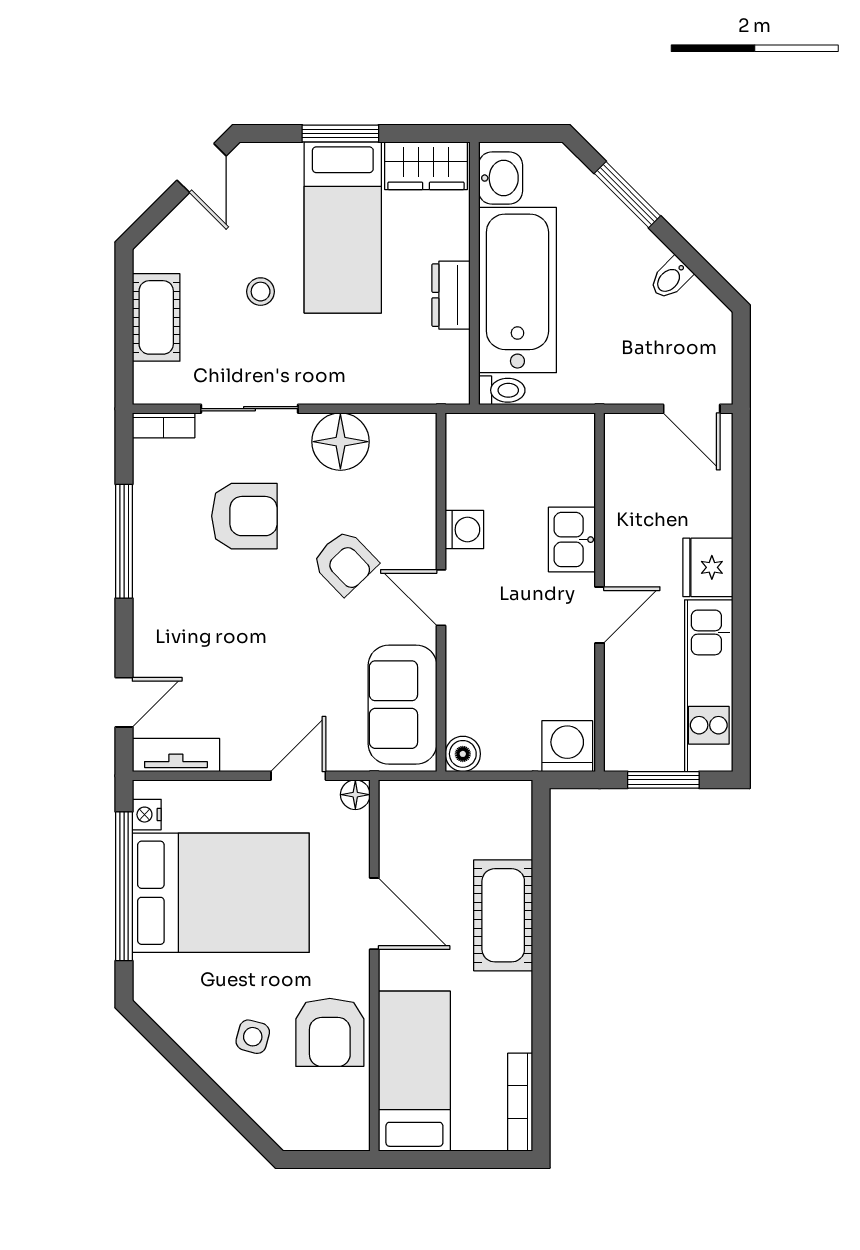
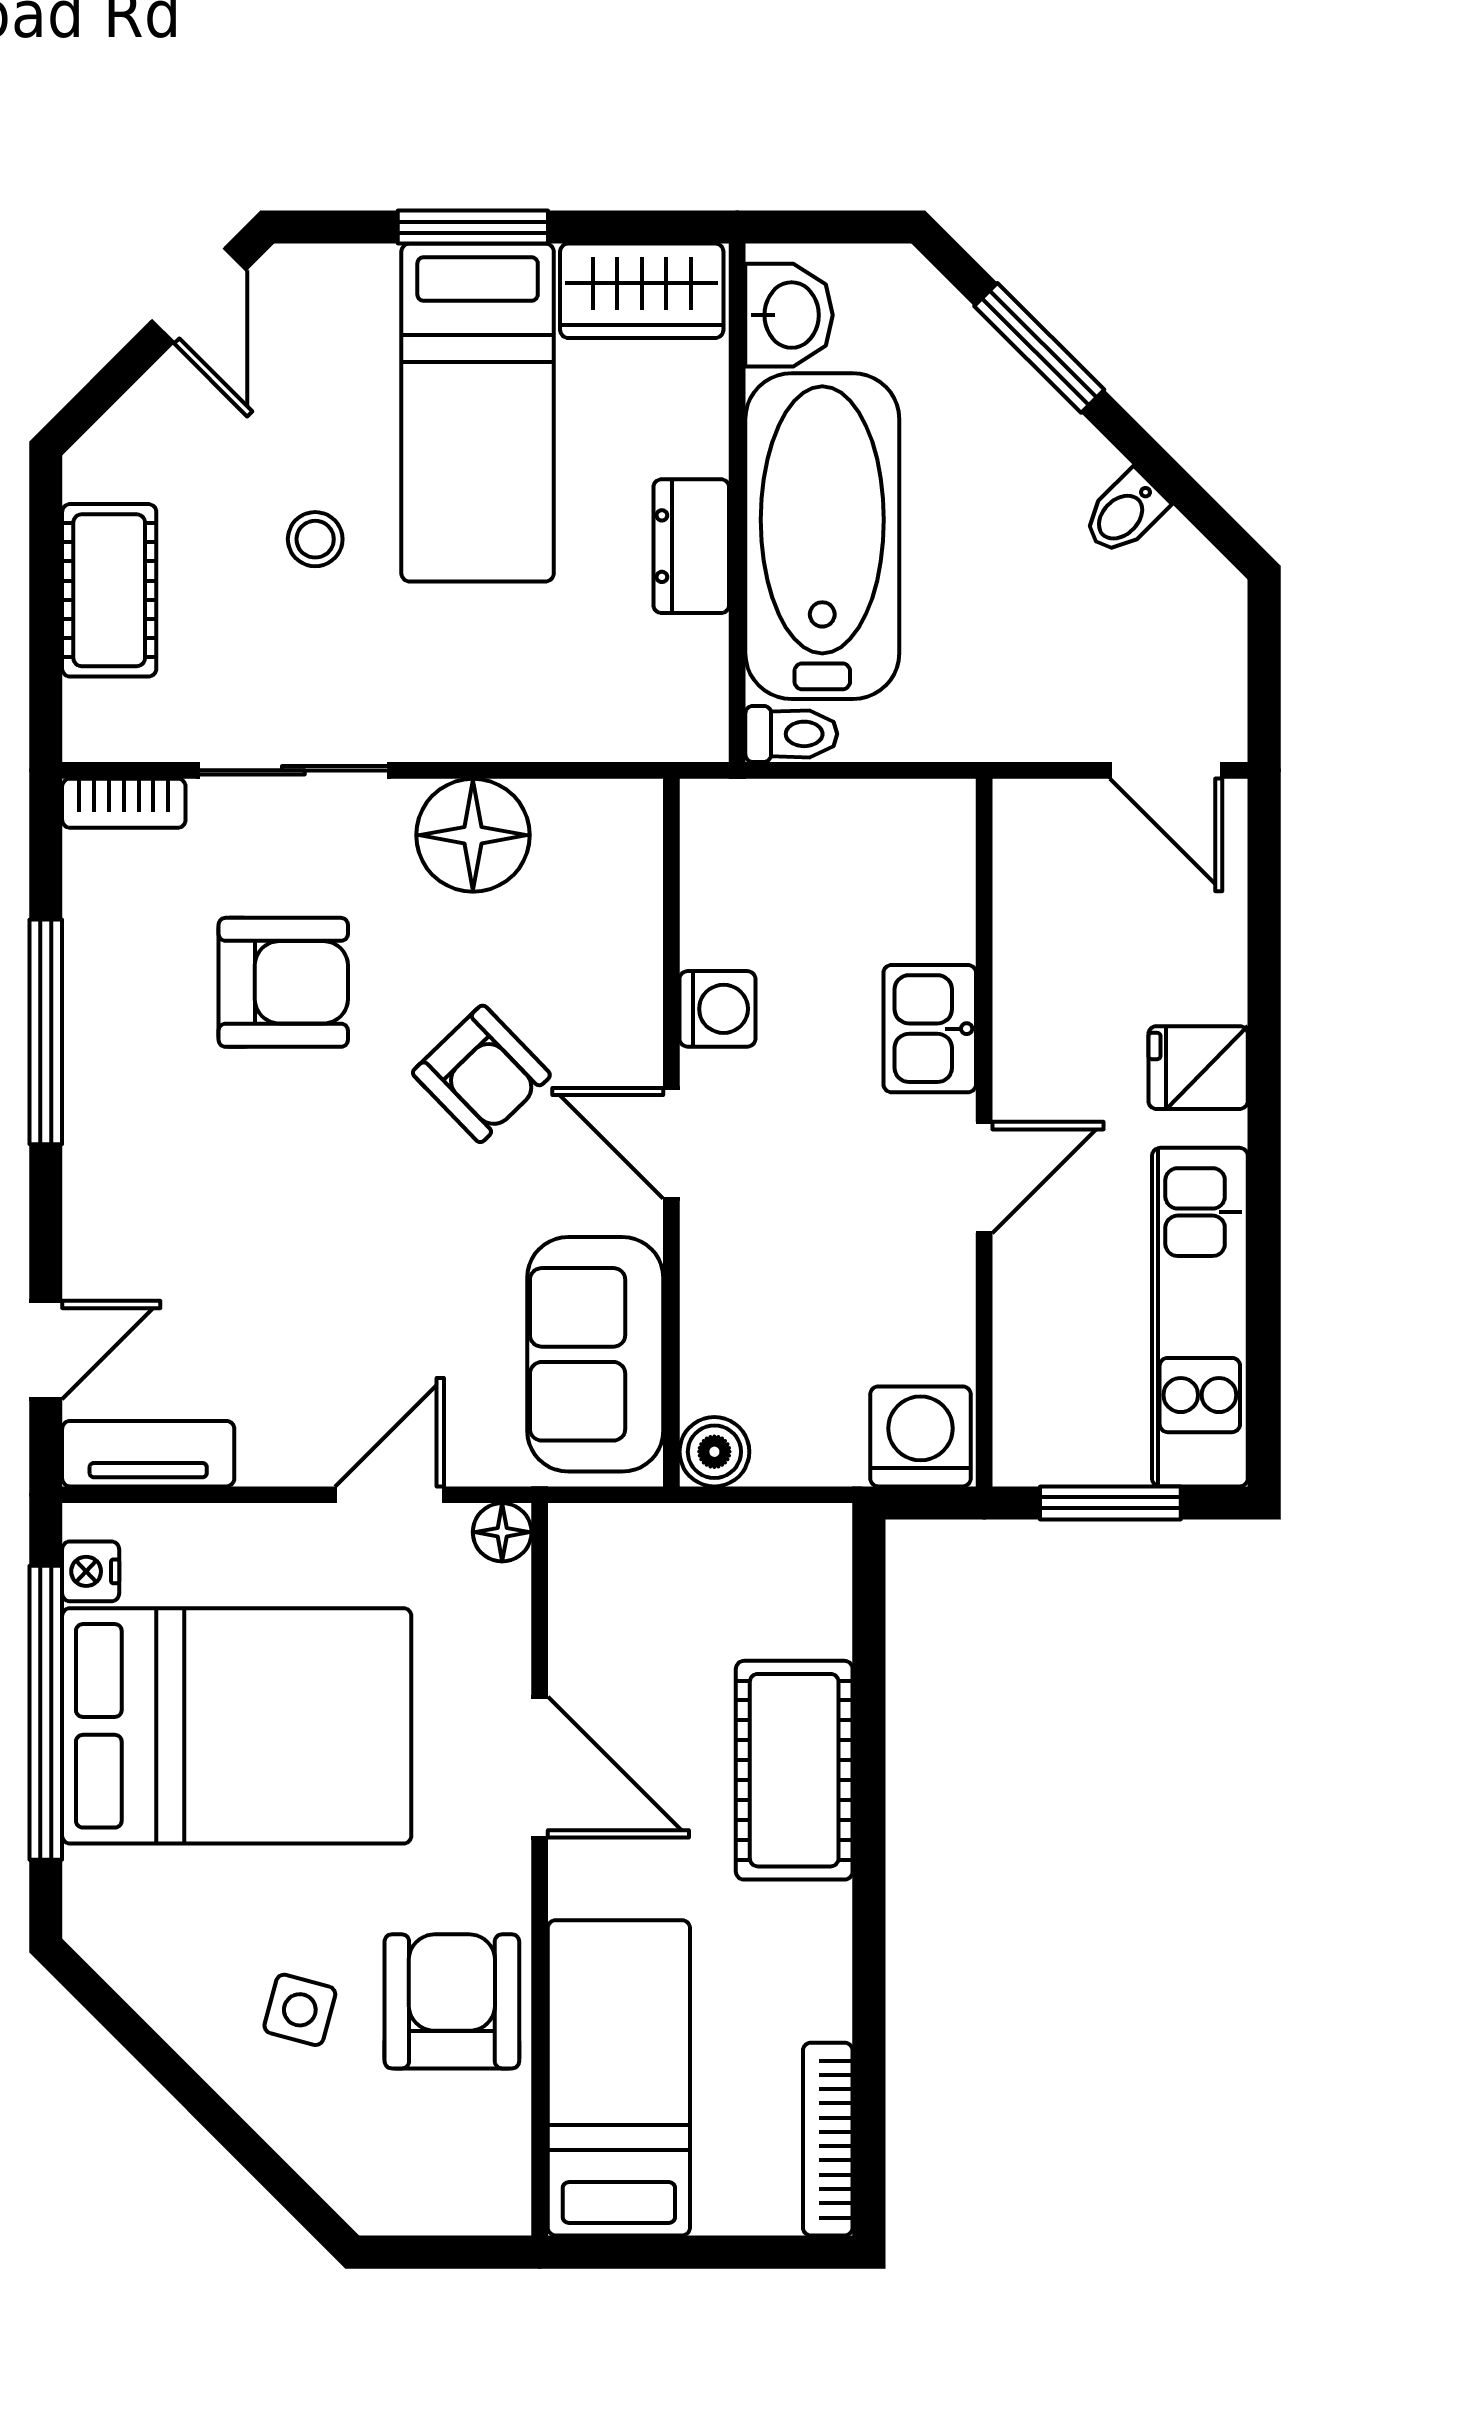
fridge: (708, 567) -> (1198, 1068), width x0.72
armchair: (330, 1032) -> (452, 2001), turned 180

